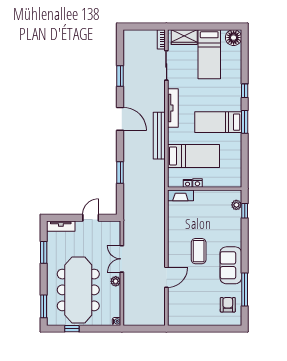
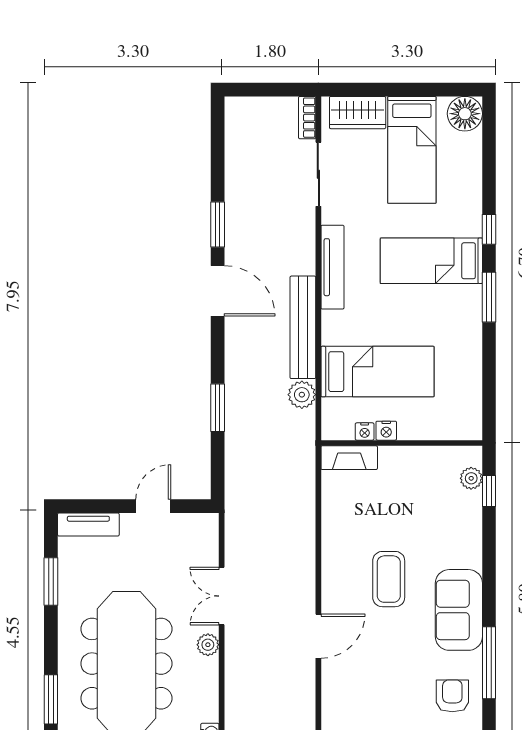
window: (120, 76) -> (218, 224), moved
bed: (218, 122) -> (431, 261), moved
plant: (159, 167) -> (302, 395), added

